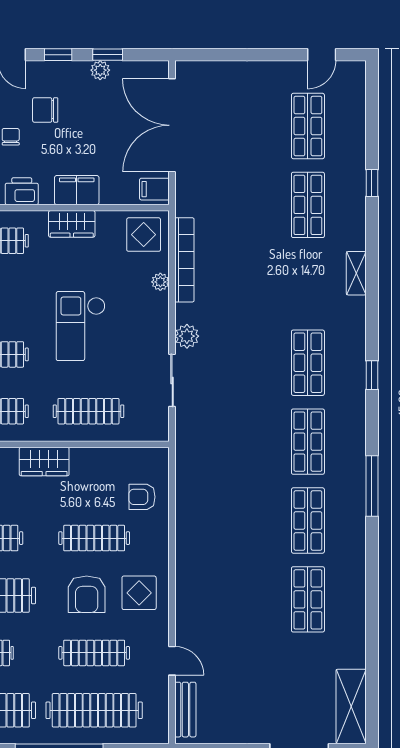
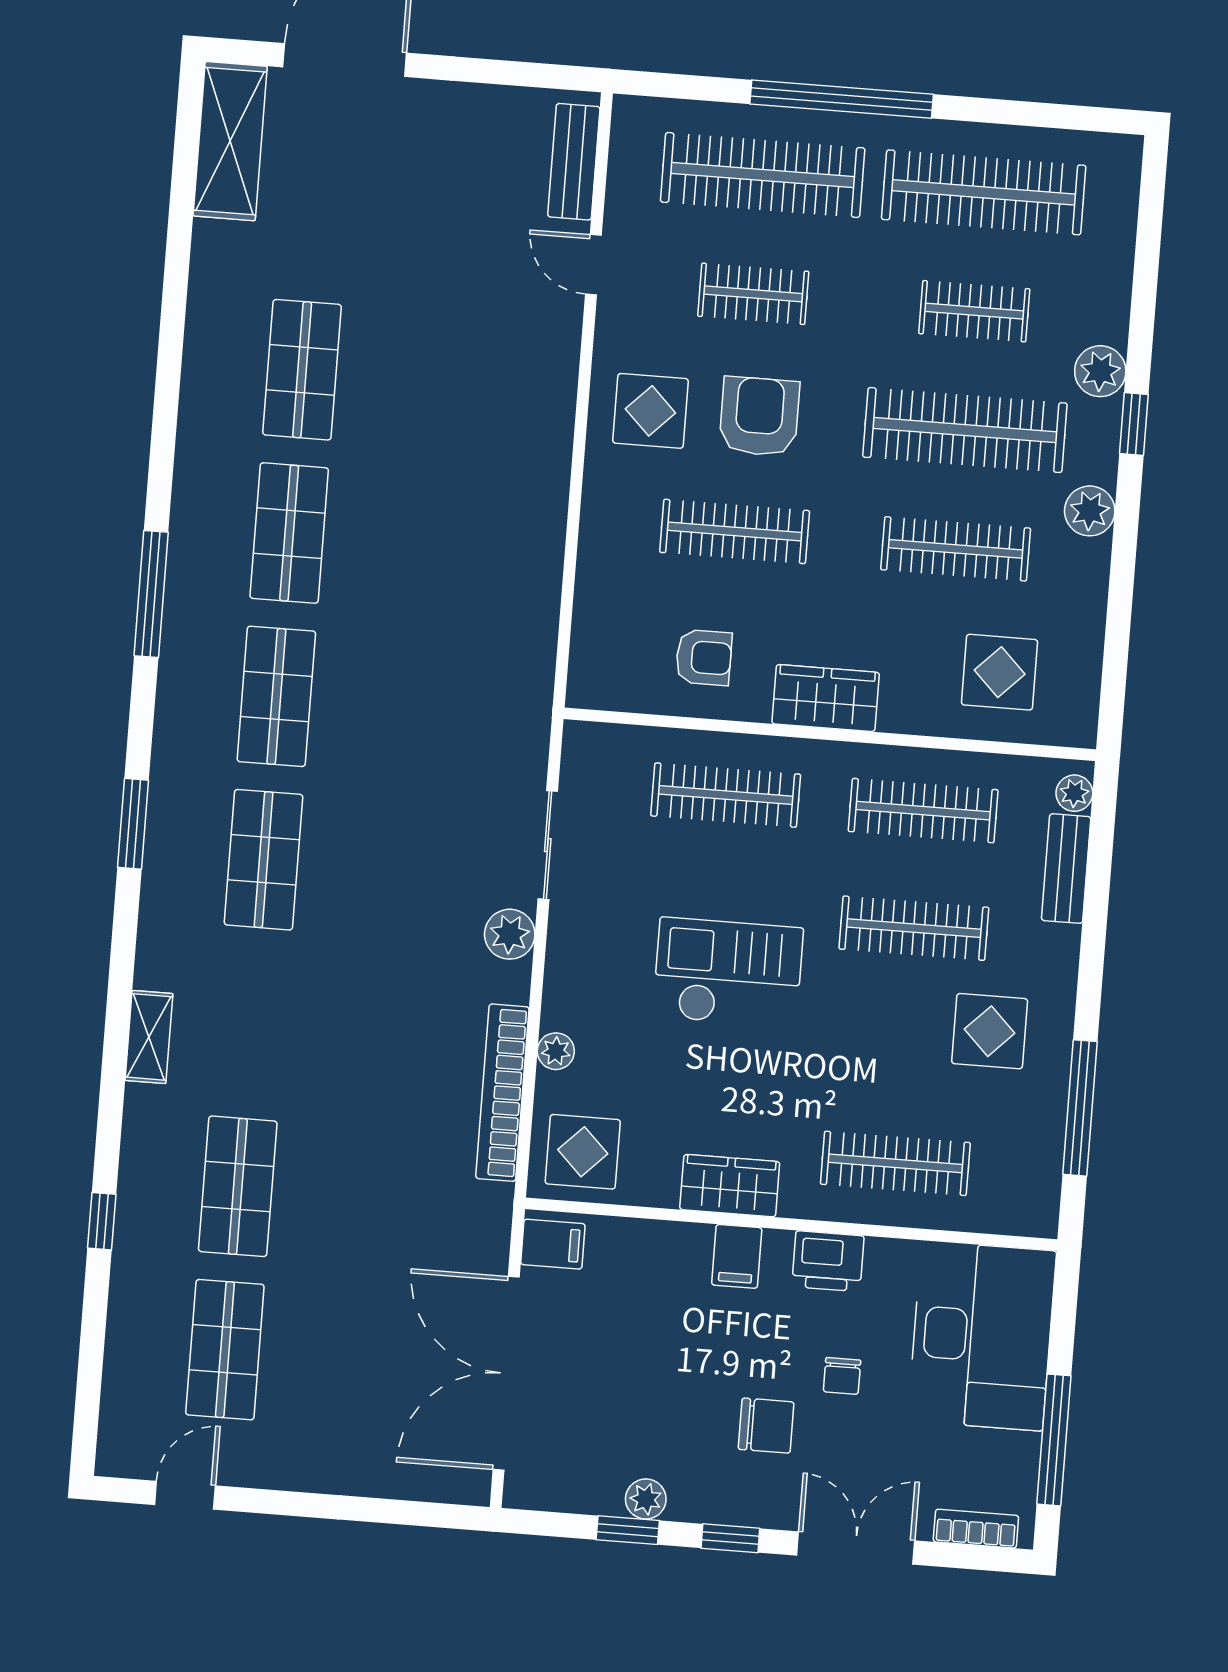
double door: (172, 125) -> (506, 1373), swing flipped
filing cabinet: (77, 190) -> (737, 1256), width x0.50
checkout: (81, 326) -> (728, 973), turned -90
window: (372, 375) -> (133, 824), width x1.50
armchair: (142, 497) -> (704, 657), moved
clothes rail: (94, 653) -> (753, 294), width x0.73

